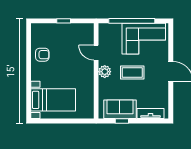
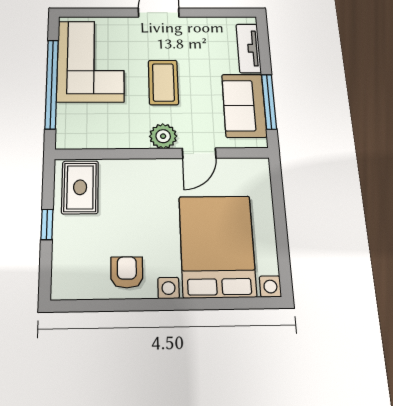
rug: (80, 35) -> (80, 187), added
door: (96, 53) -> (199, 153), moved
bed with nightstands: (53, 100) -> (217, 246), width x1.36
window: (122, 121) -> (269, 102), width x2.17

